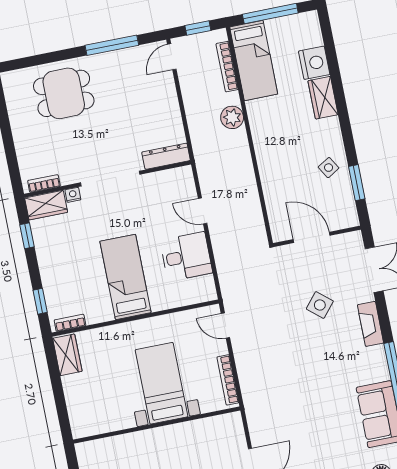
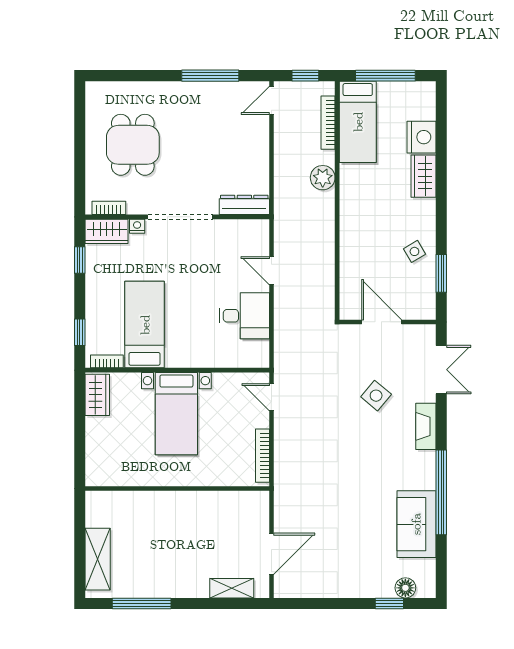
dining table: (64, 93) -> (133, 145), moved, turned 90
bed: (126, 277) -> (145, 325), moved
bed with nightstands: (161, 383) -> (176, 414), moved, turned 180

